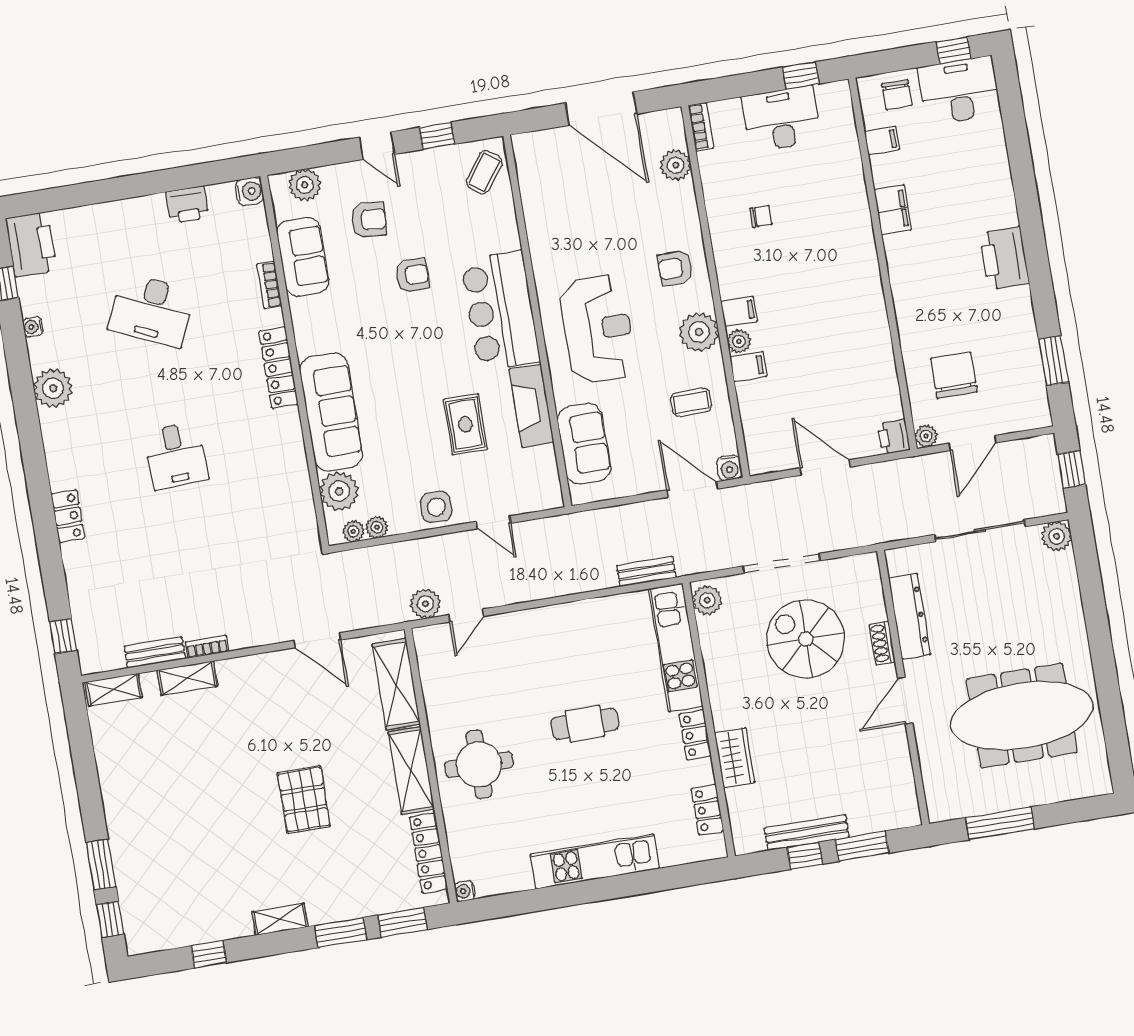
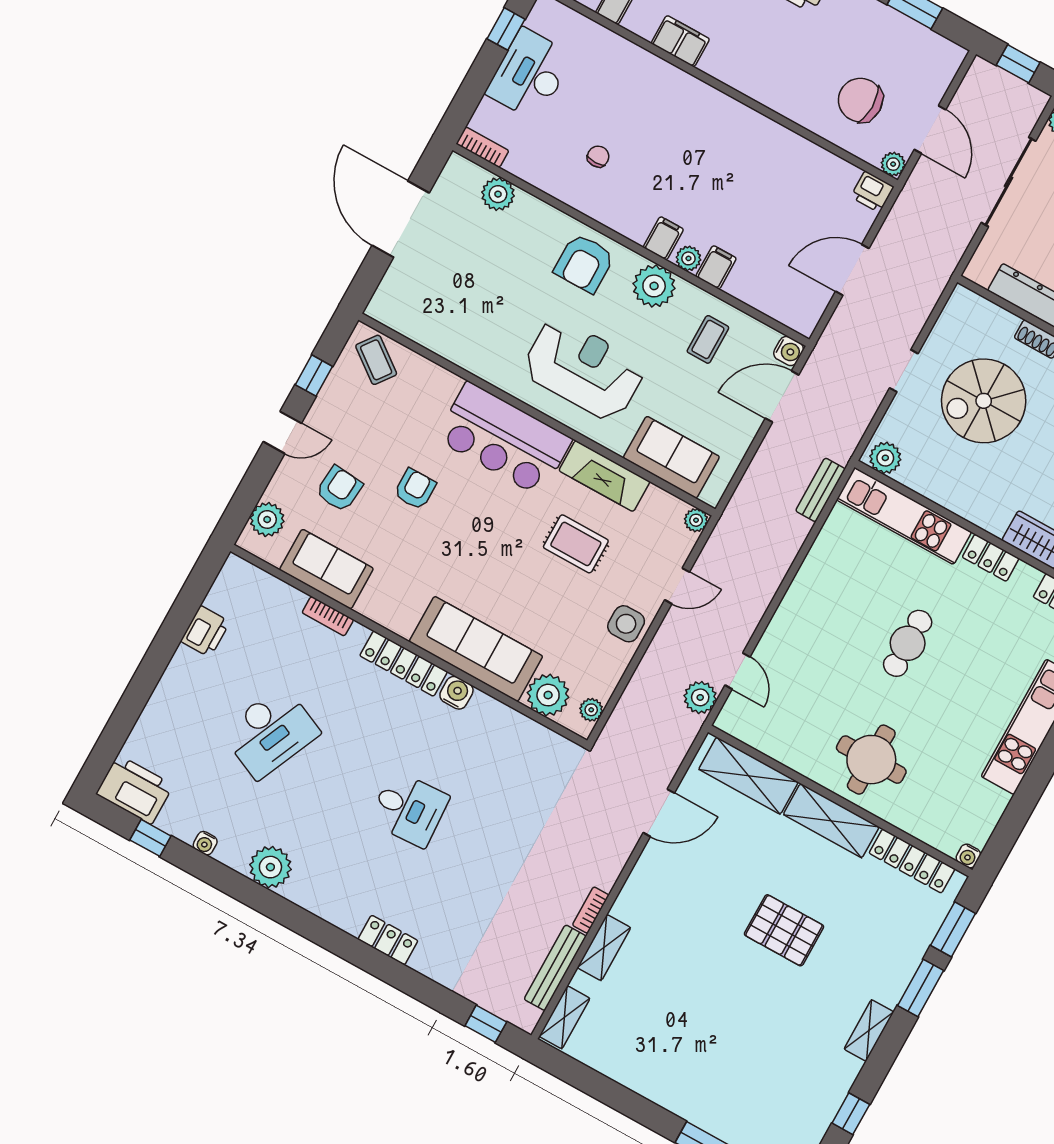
door: (601, 109) -> (401, 219), swing flipped
water cooler: (250, 191) -> (456, 693), moved
armchair: (675, 268) -> (584, 263), width x1.38, depth x1.38
plant: (377, 527) -> (696, 520), moved
doorway: (781, 563) -> (904, 371), width x0.53
bench: (155, 652) -> (555, 968), width x1.36

